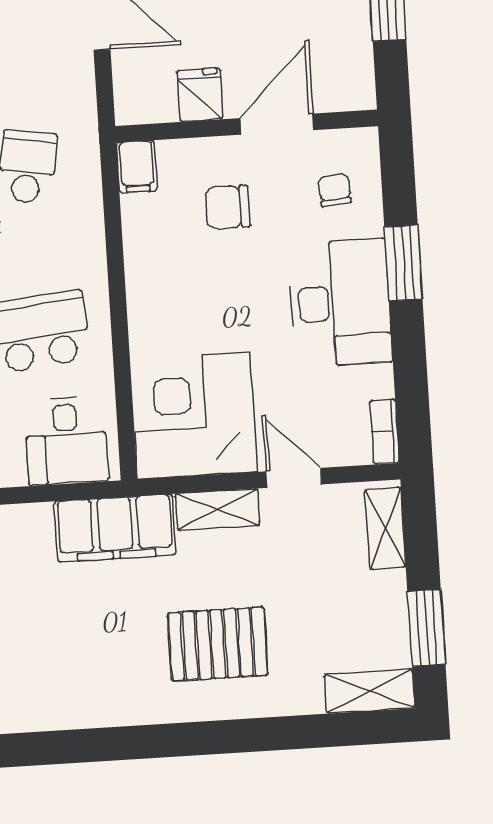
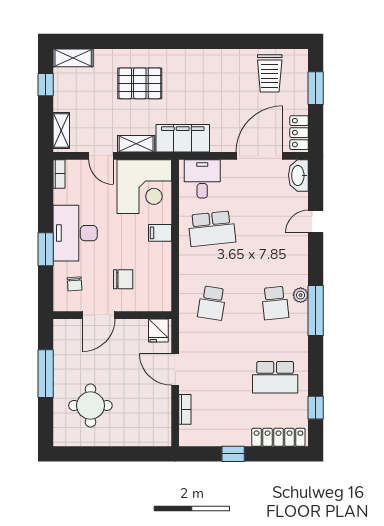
fridge: (200, 95) -> (158, 331), moved
filing cabinet: (137, 167) -> (160, 233), moved, turned -90
window: (426, 628) -> (46, 85), width x0.67

